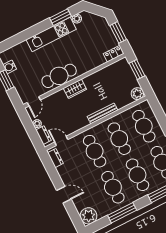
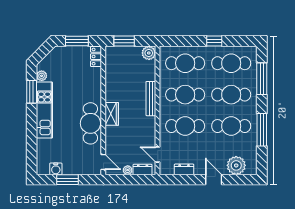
door: (61, 141) -> (158, 155), hinge flipped
dresser: (55, 158) -> (184, 169), moved
door: (64, 195) -> (214, 180), hinge flipped
plant: (89, 216) -> (236, 165), moved

